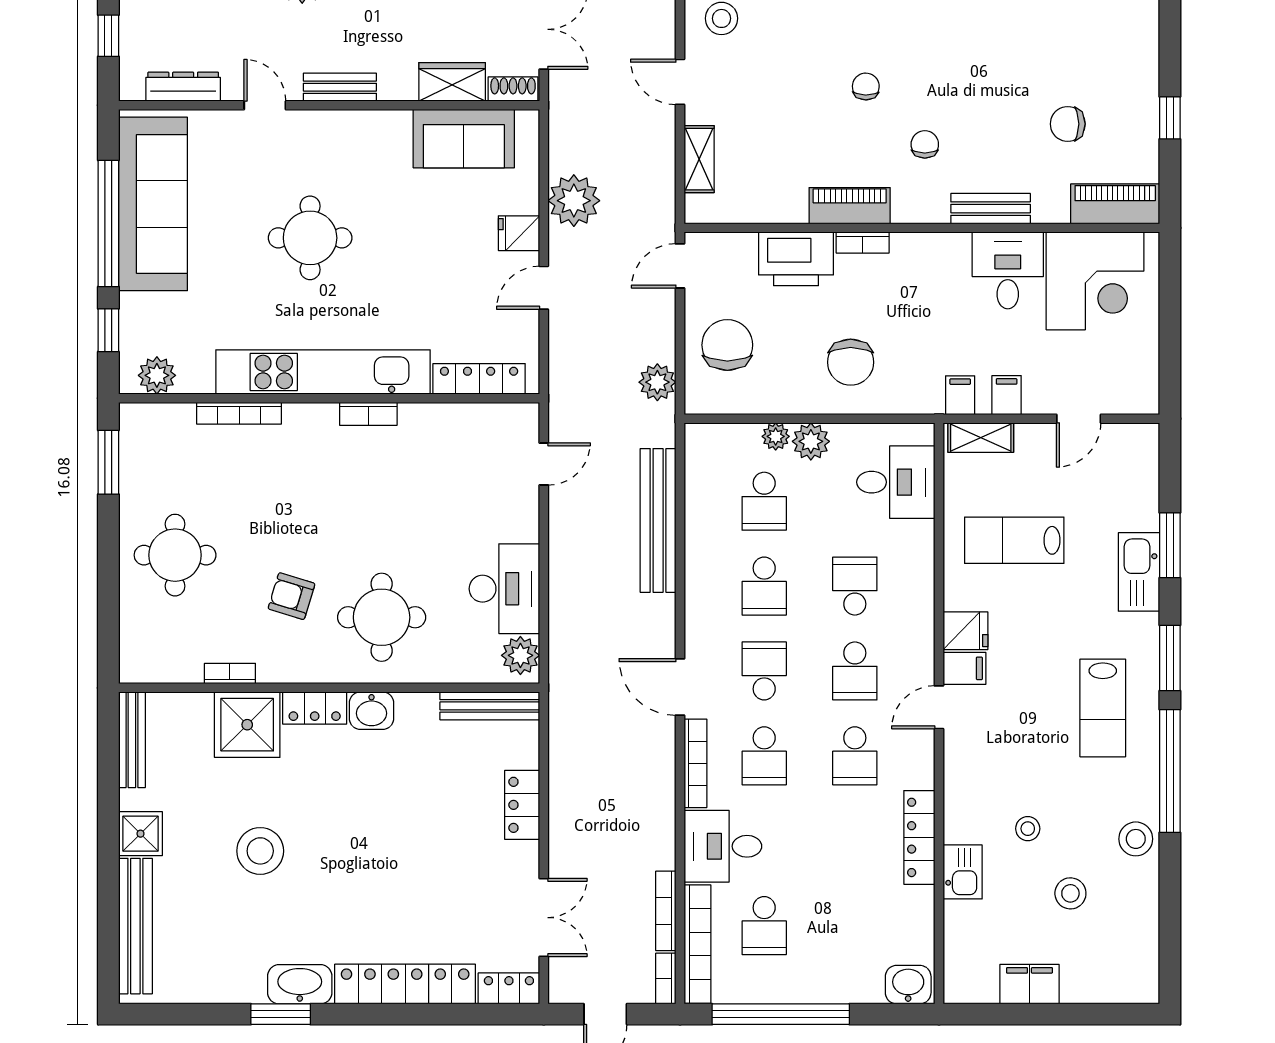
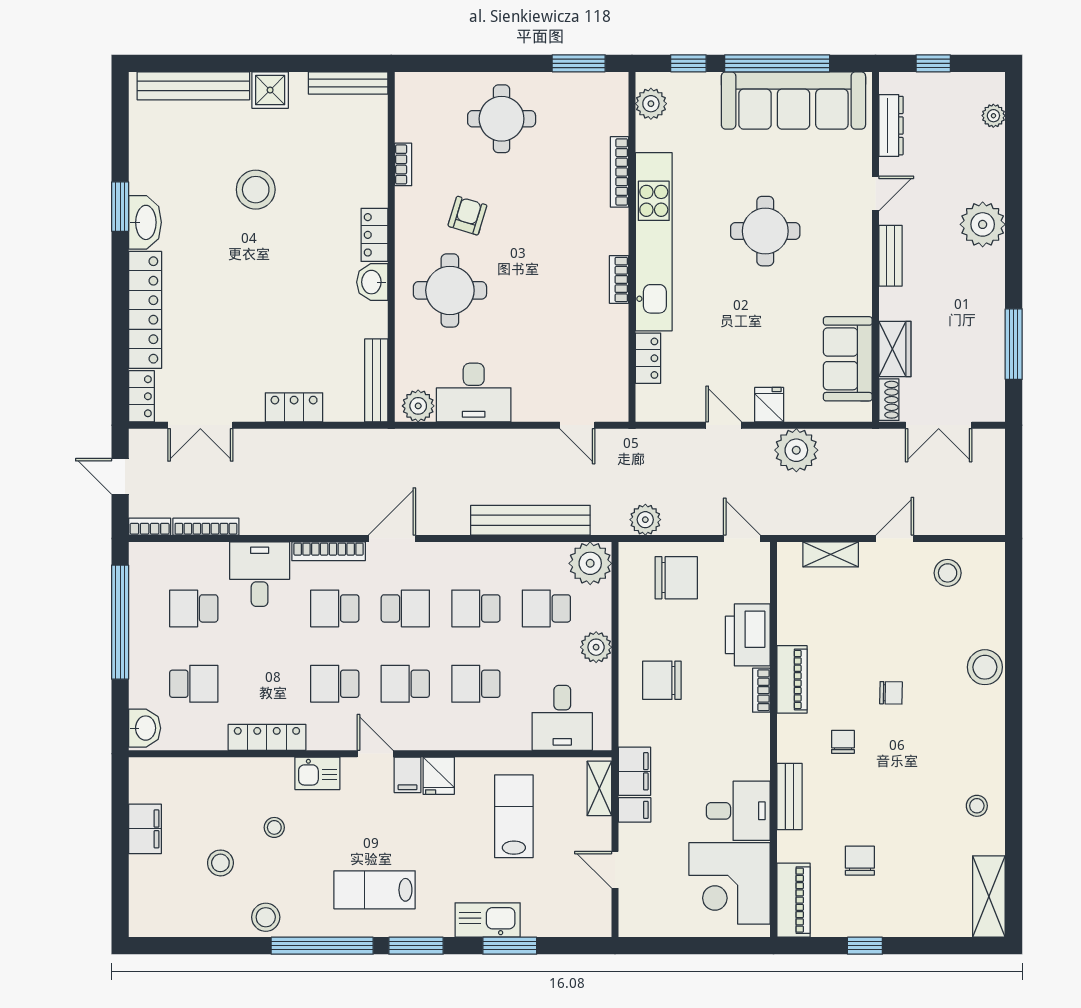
chair: (925, 144) -> (843, 742), turned -90
locker: (479, 379) -> (648, 358), width x0.66
filing cabinet: (960, 395) -> (634, 771), width x2.00
plant: (776, 436) -> (590, 563), moved, width x1.88, depth x1.88
school desk: (855, 586) -> (476, 684), turned 180
shower: (247, 725) -> (361, 179), removed
kitchen sink: (963, 872) -> (317, 773), moved
school desk: (855, 926) -> (194, 684), added
bookcase: (698, 944) -> (178, 553), removed

